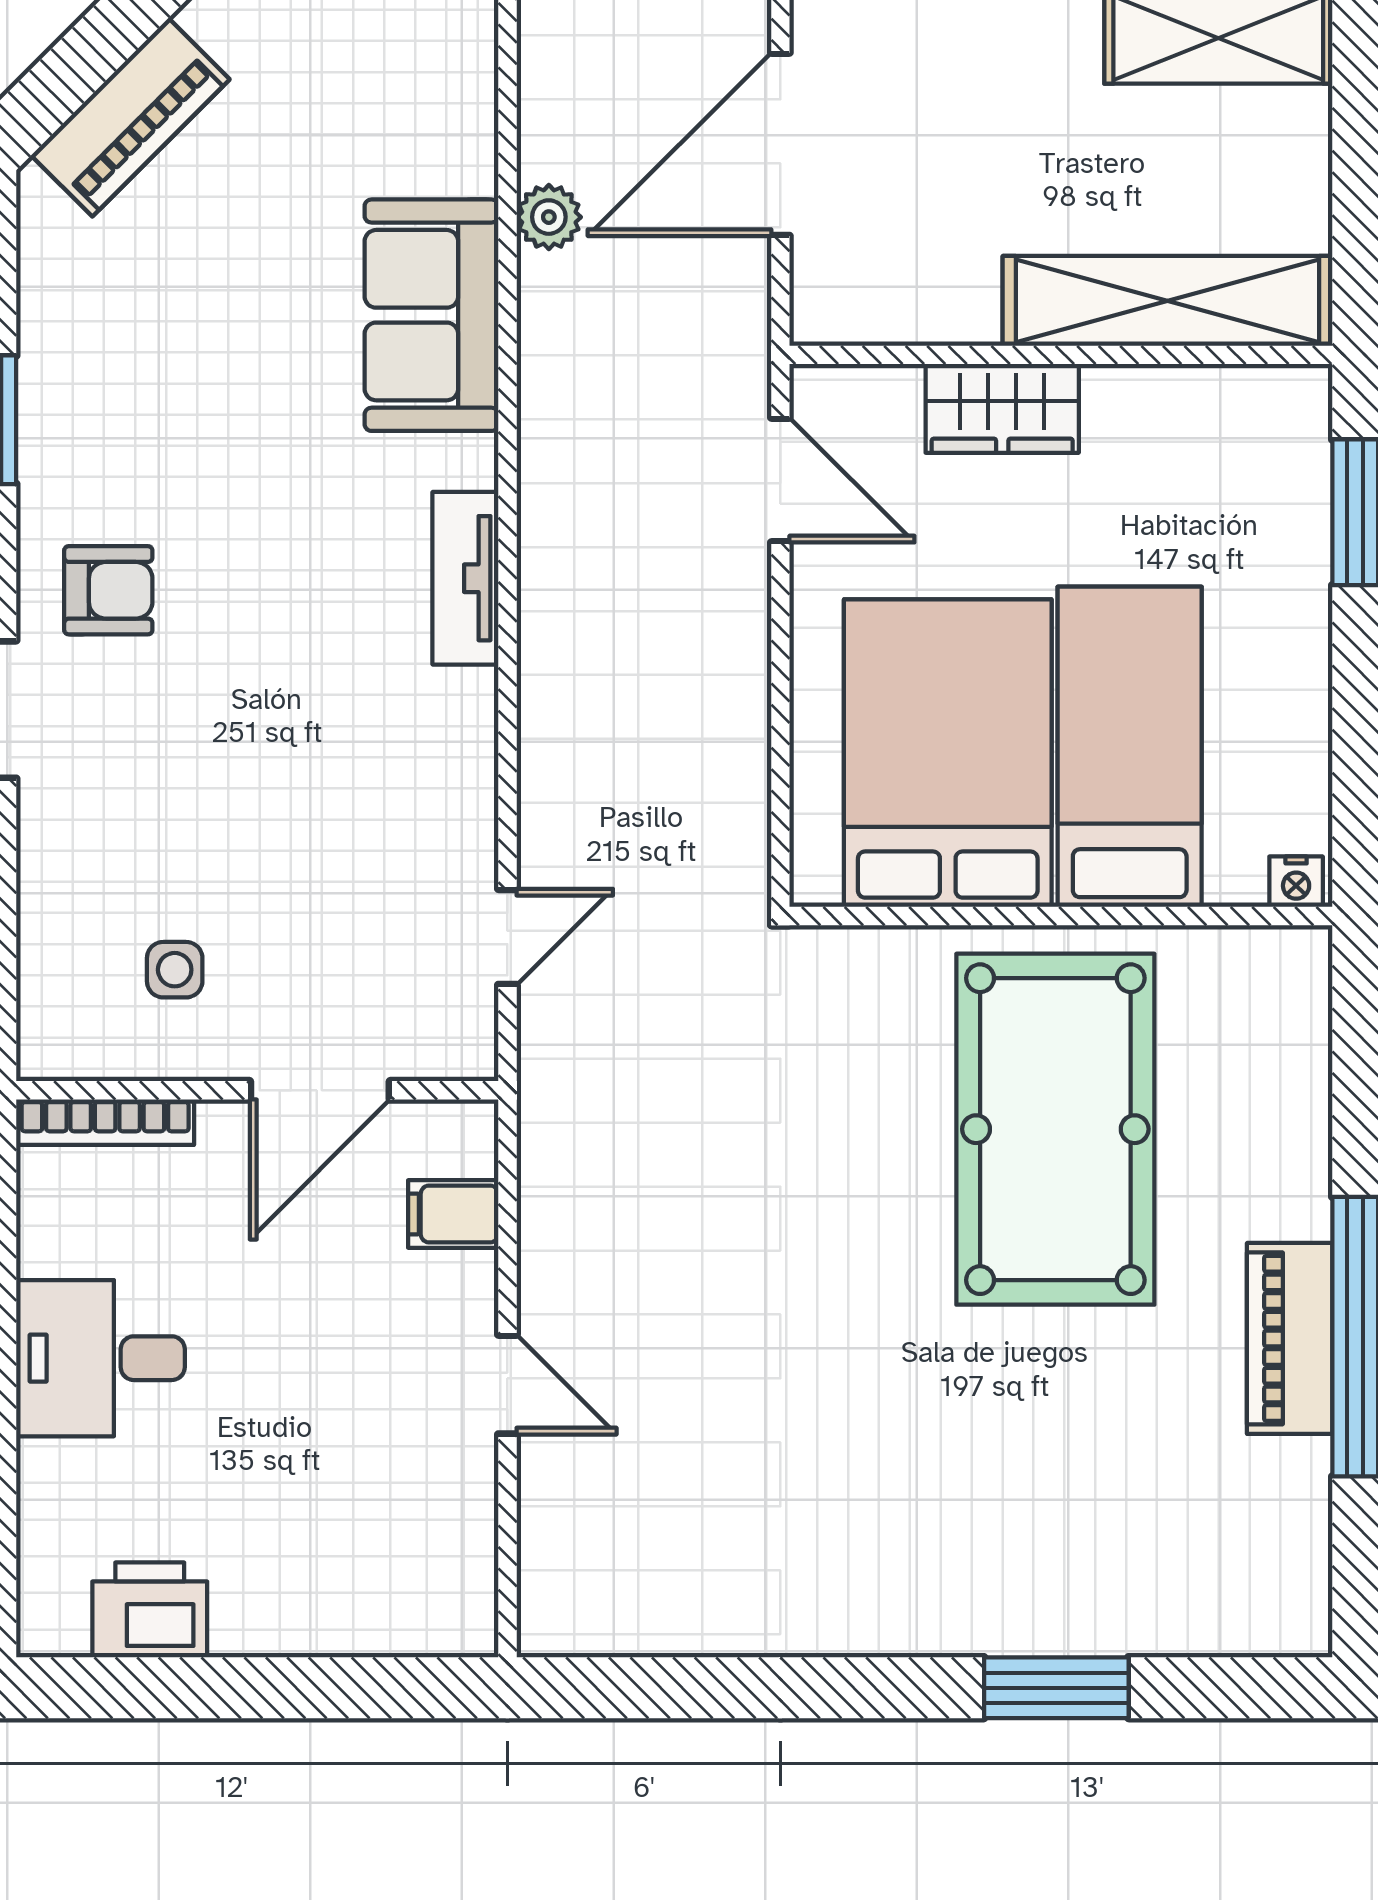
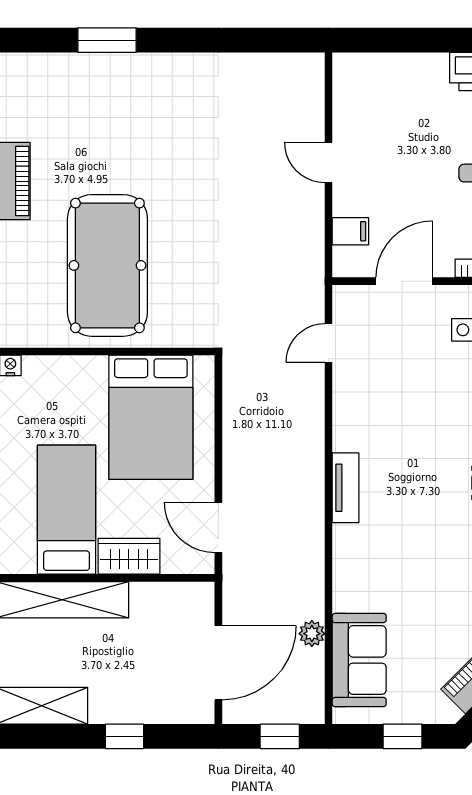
sofa: (431, 315) -> (359, 660), moved
bed: (1130, 747) -> (67, 510), moved, turned 180

